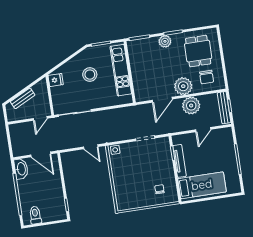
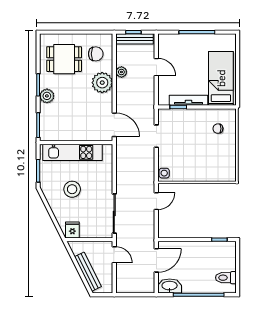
bench: (23, 98) -> (88, 272), width x1.36
door: (162, 100) -> (114, 125), moved
plant: (191, 106) -> (121, 72), width x0.53, depth x0.53

